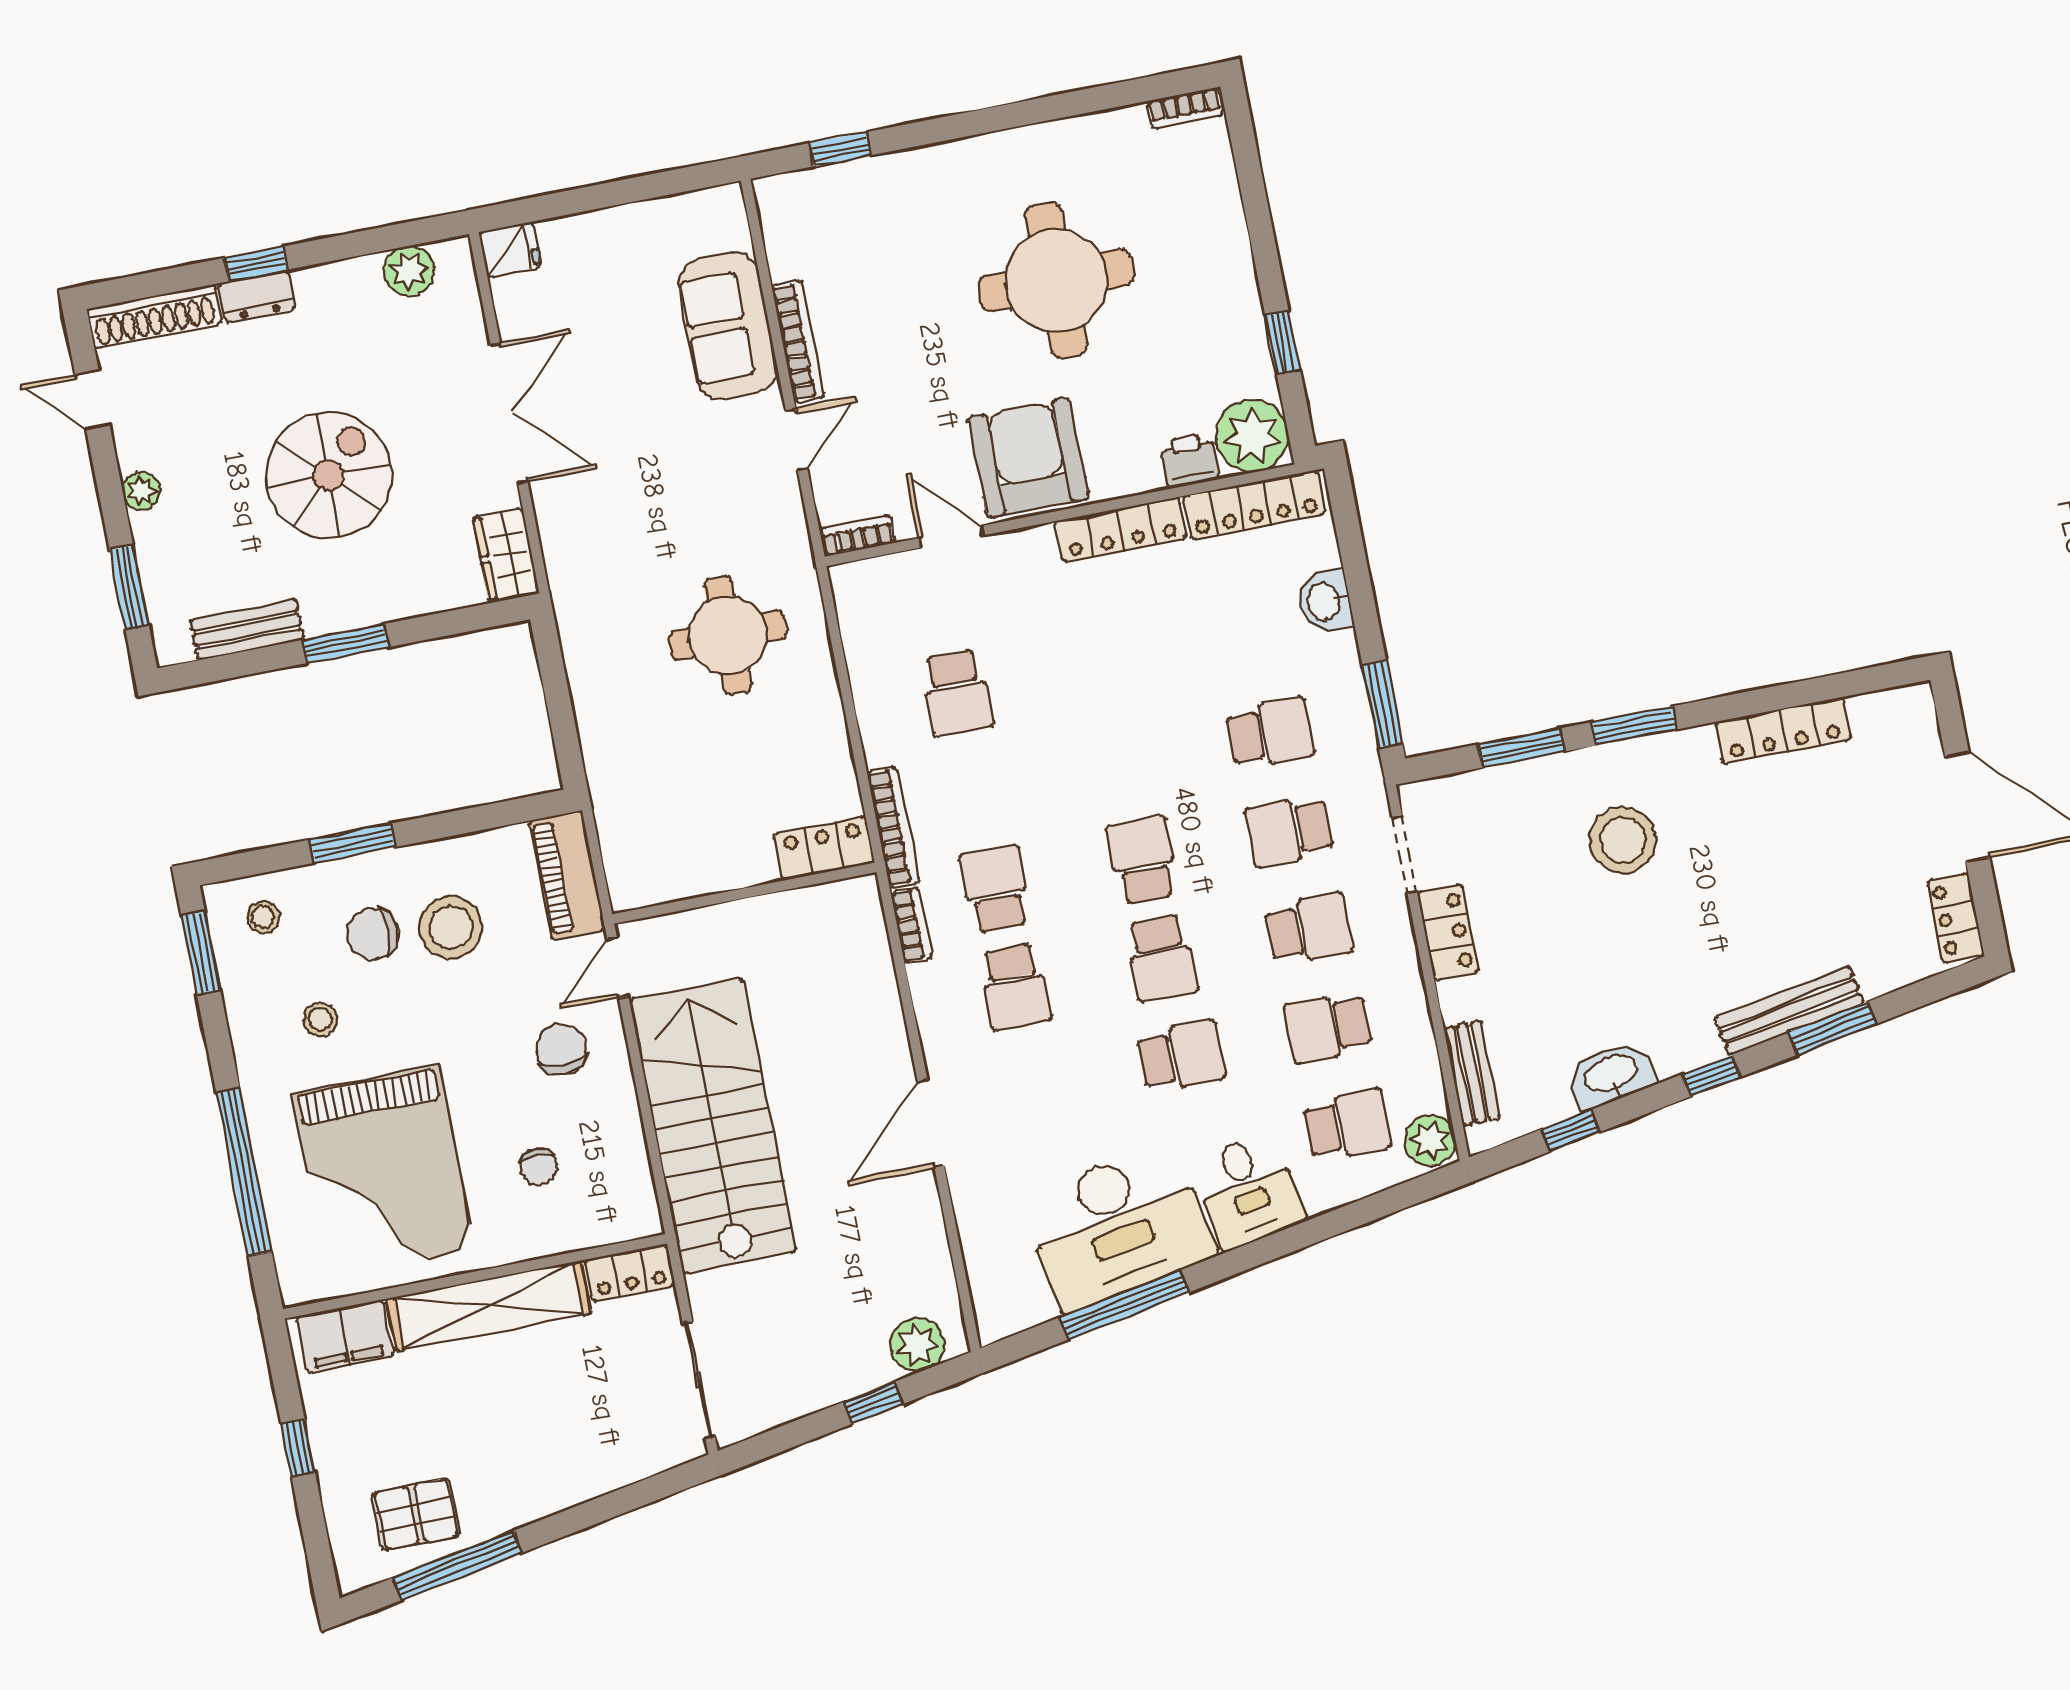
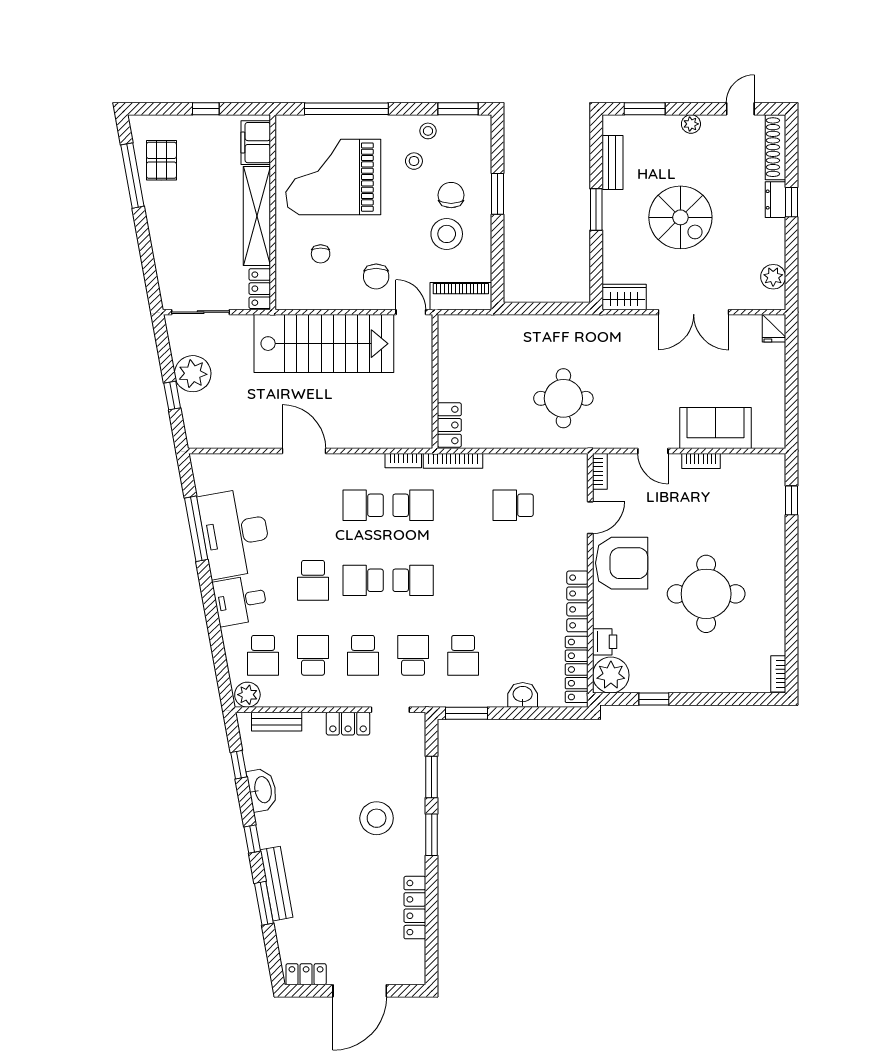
bookcase: (798, 342) -> (701, 461), width x0.64
stool: (263, 917) -> (428, 131), moved
chair: (561, 1049) -> (376, 277), turned 90
chair: (538, 1167) -> (321, 254), turned -90
plant: (917, 1345) -> (193, 374), moved, width x1.36, depth x1.36

